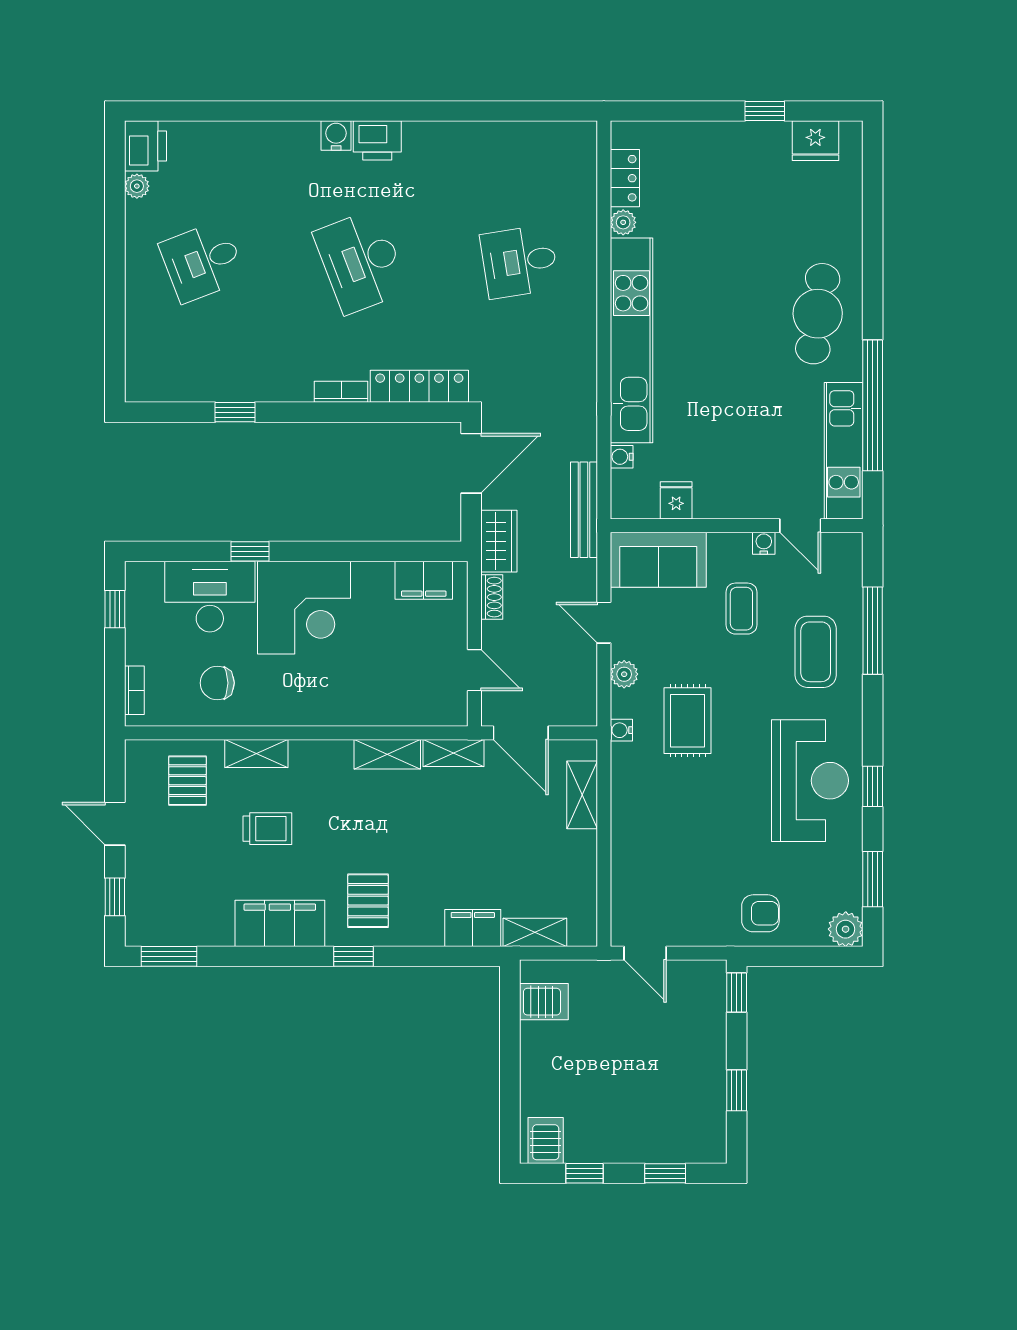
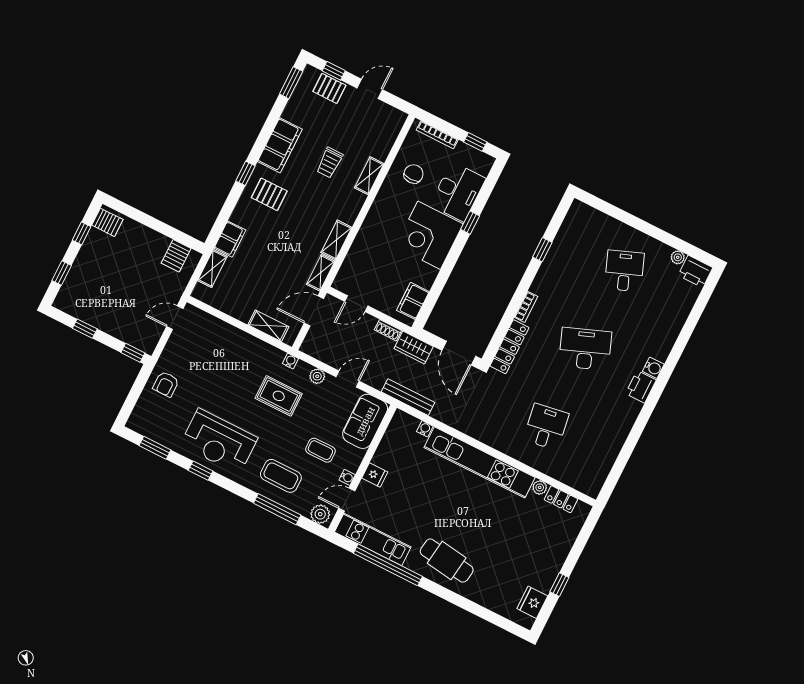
fridge: (676, 500) -> (375, 475), moved
bookcase: (134, 690) -> (437, 135), width x1.56
pallet: (187, 781) -> (329, 88), moved
plant: (846, 929) -> (320, 514), moved

